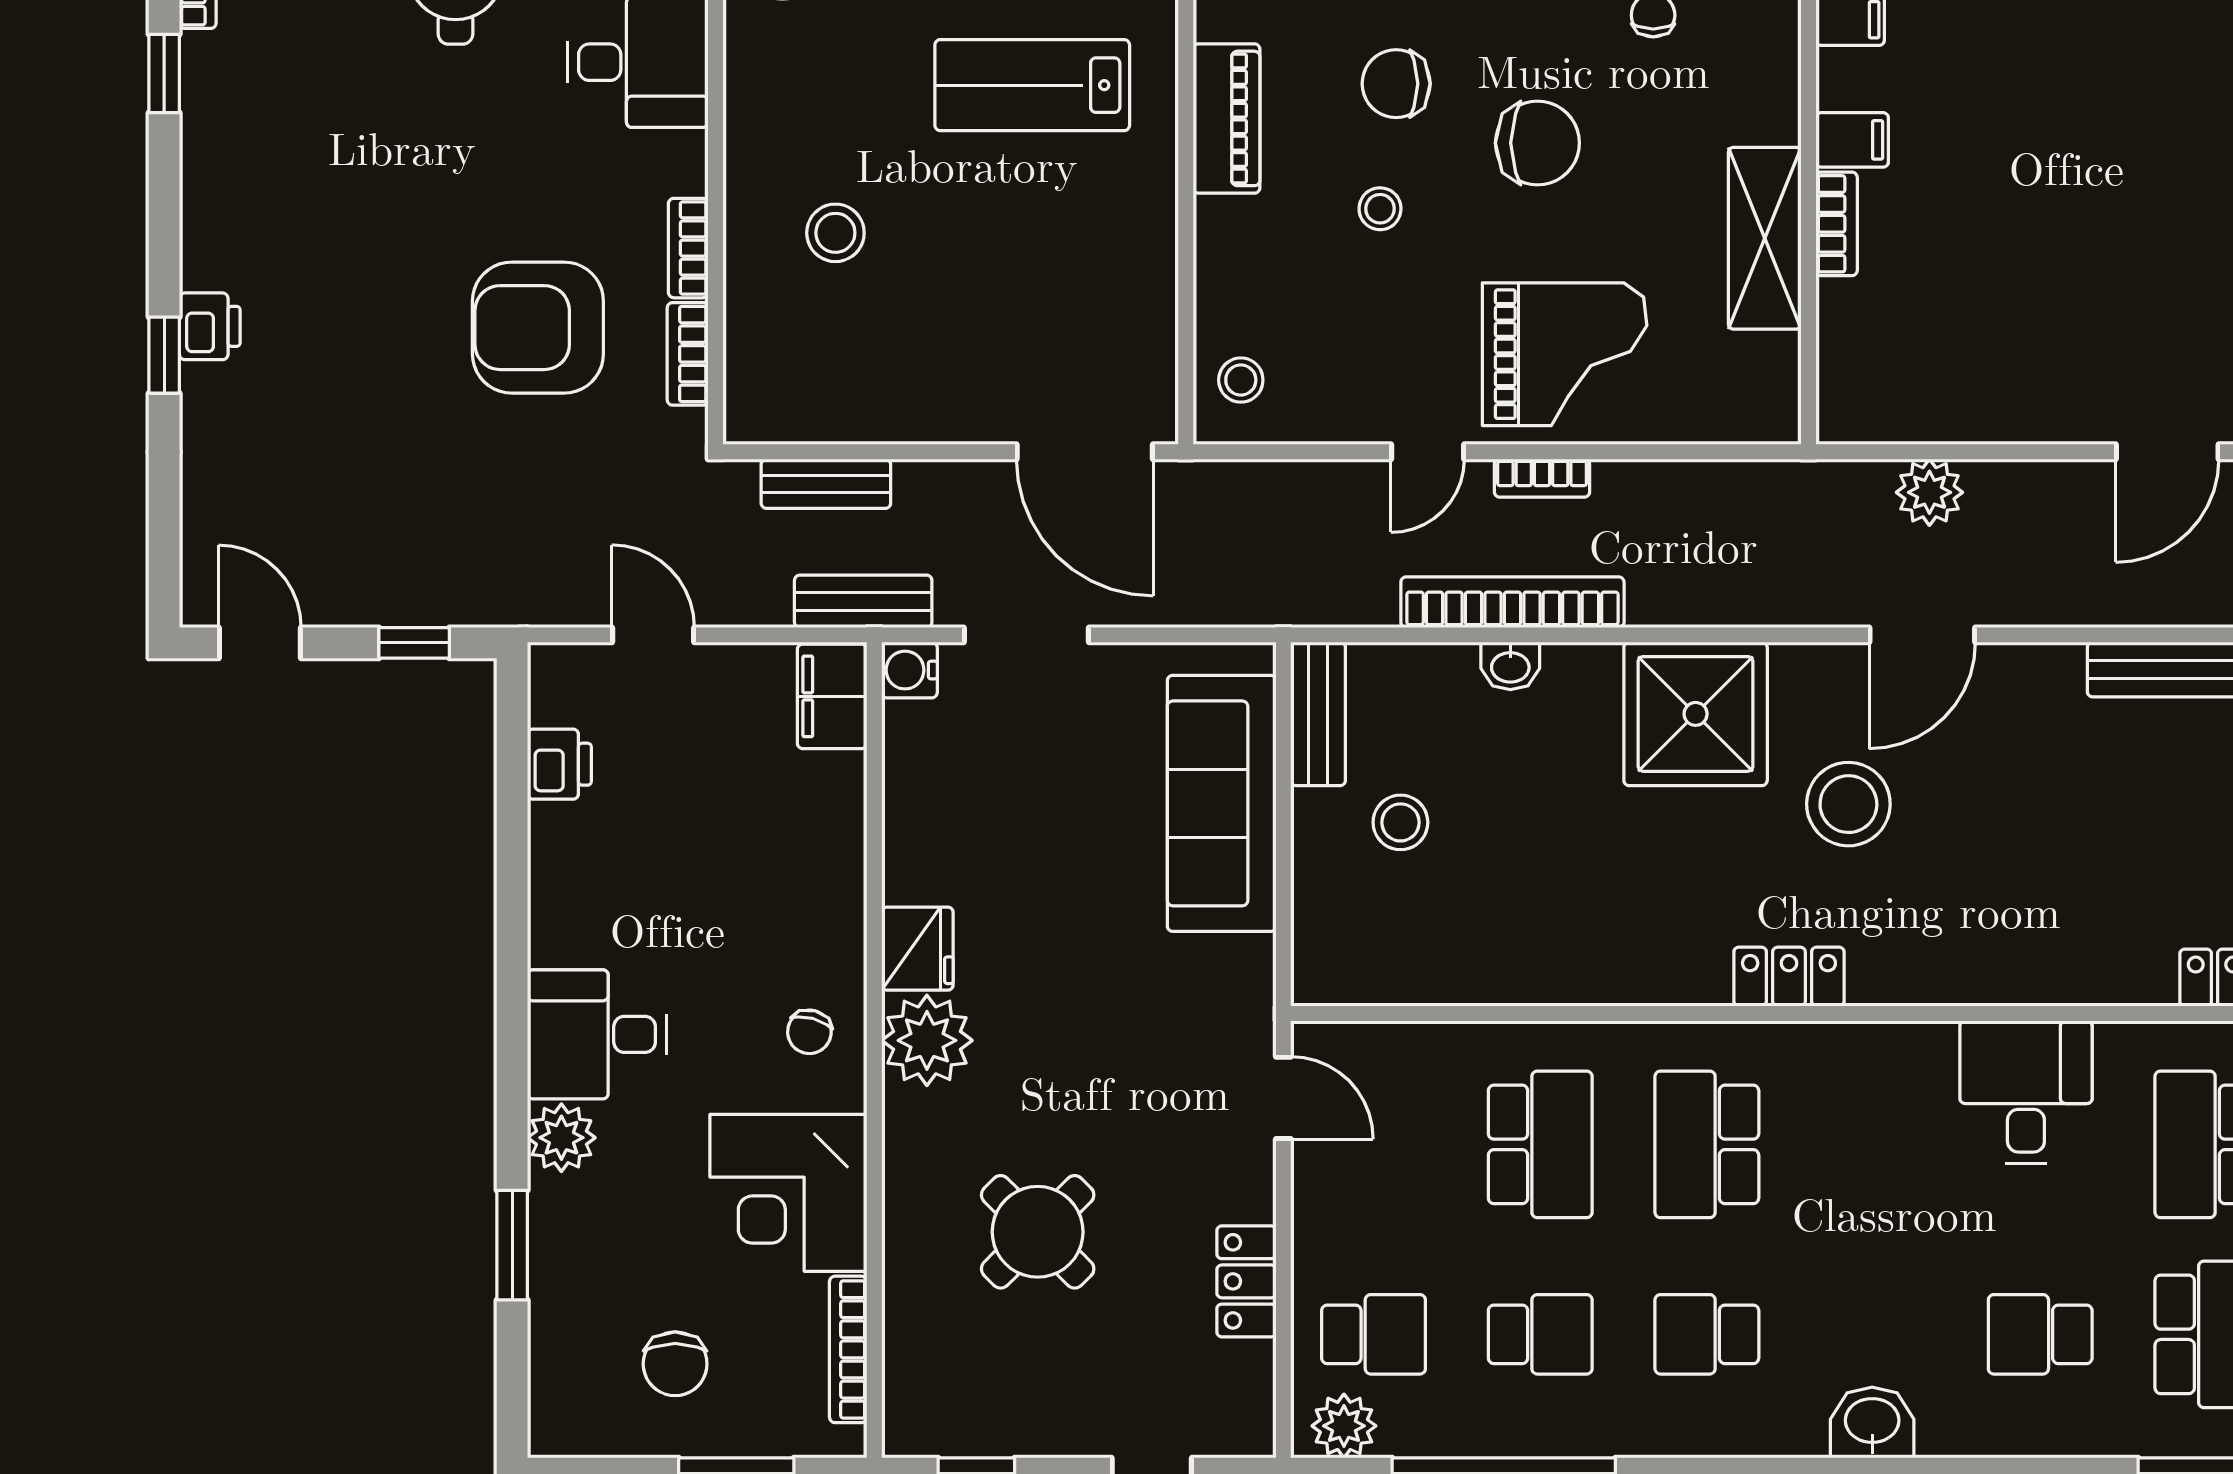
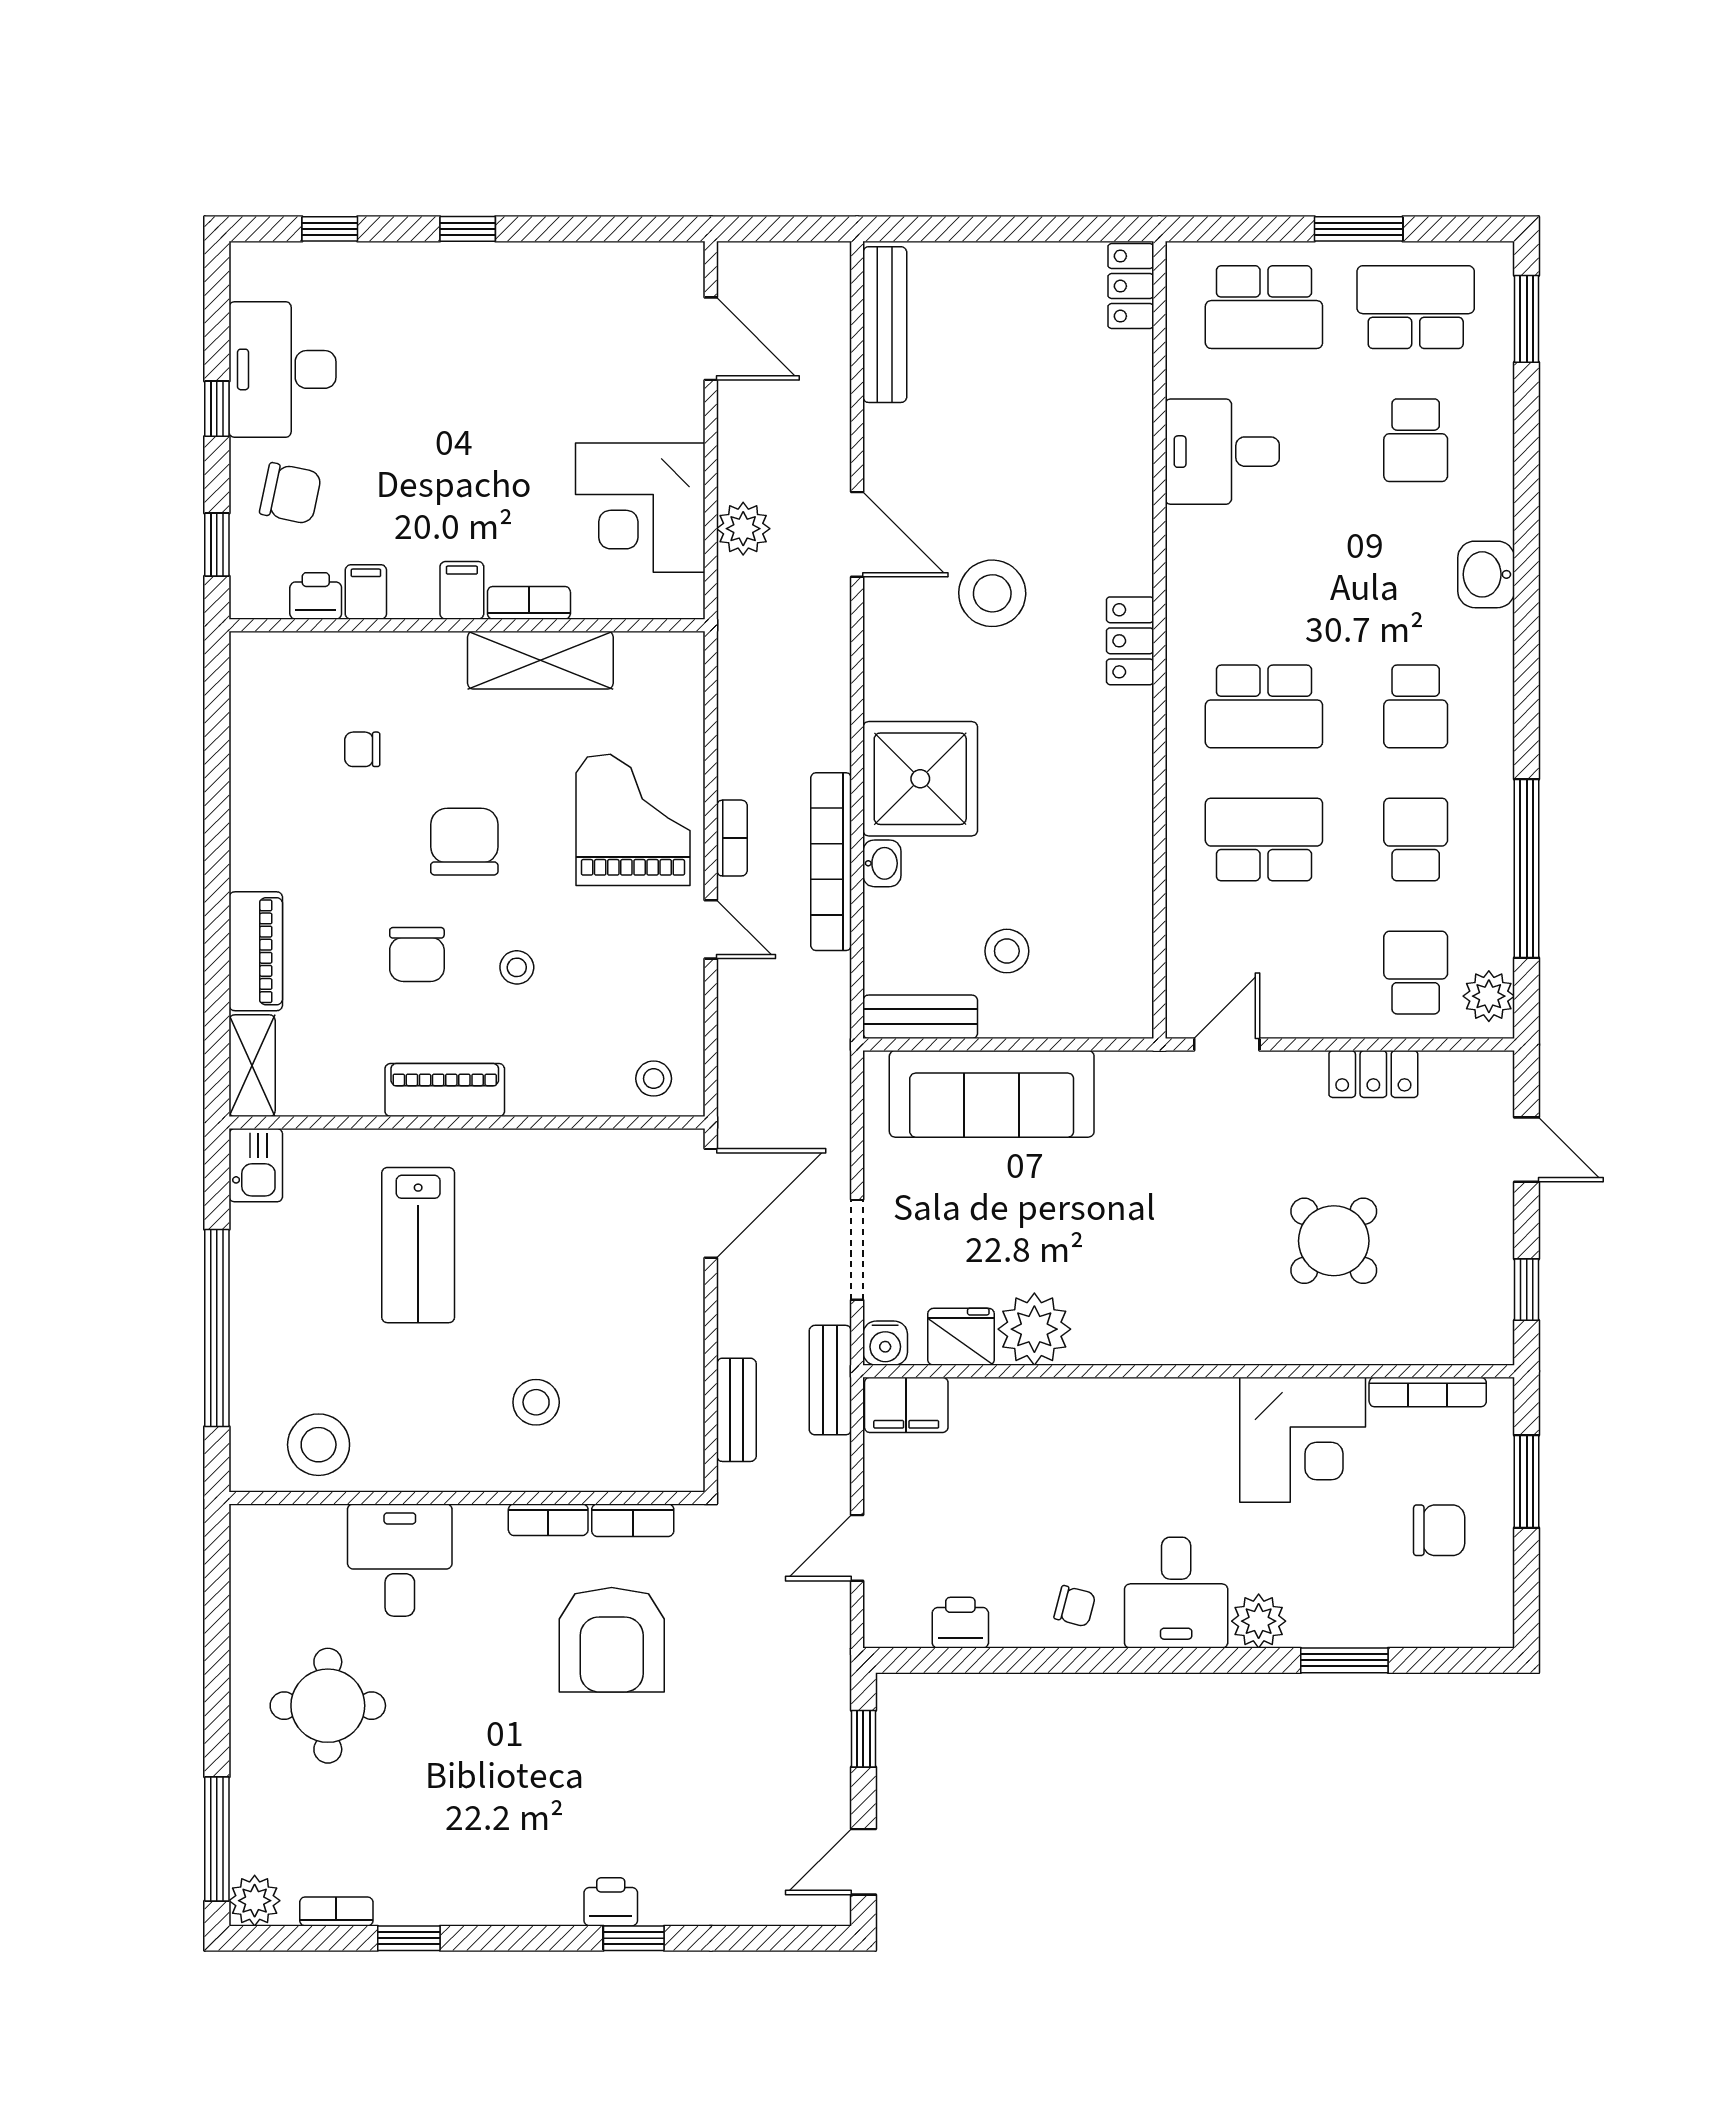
corner desk: (1956, 363) -> (640, 508), added
shower: (1696, 714) -> (920, 779), moved
fridge: (917, 949) -> (961, 1337), moved
chair: (809, 1032) -> (1075, 1606), moved
plant: (927, 1040) -> (1034, 1329), moved

